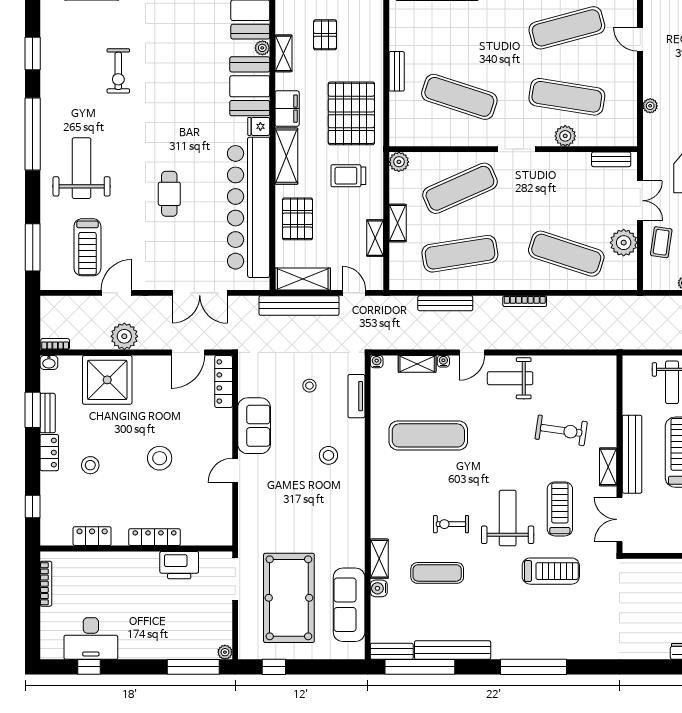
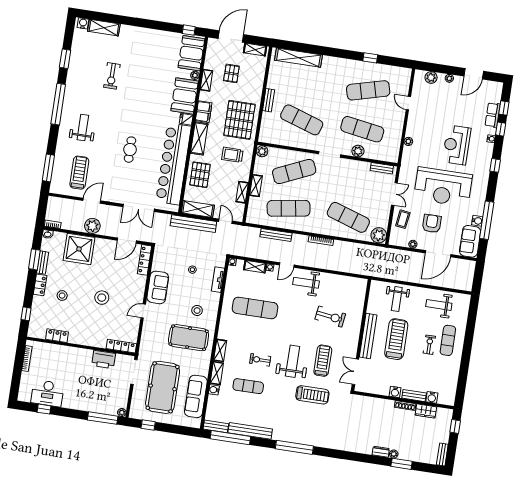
weight bench: (82, 168) -> (83, 128), width x0.73, depth x0.75
plant: (624, 243) -> (379, 235), moved
treadmill: (87, 247) -> (79, 173), turned 180
shelving: (608, 467) -> (220, 350), moved
pool table: (321, 505) -> (189, 338), added
locker: (154, 537) -> (121, 346), moved

